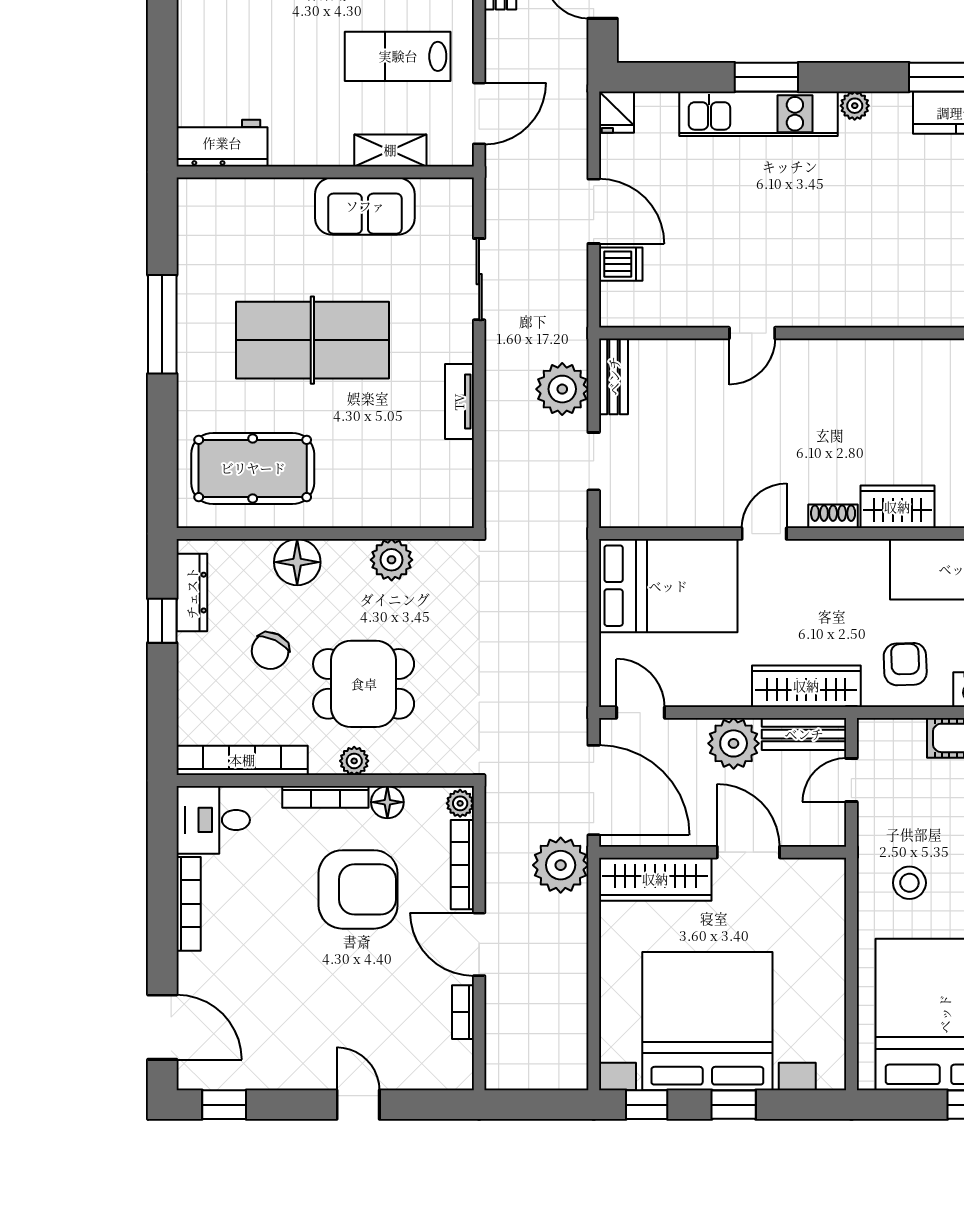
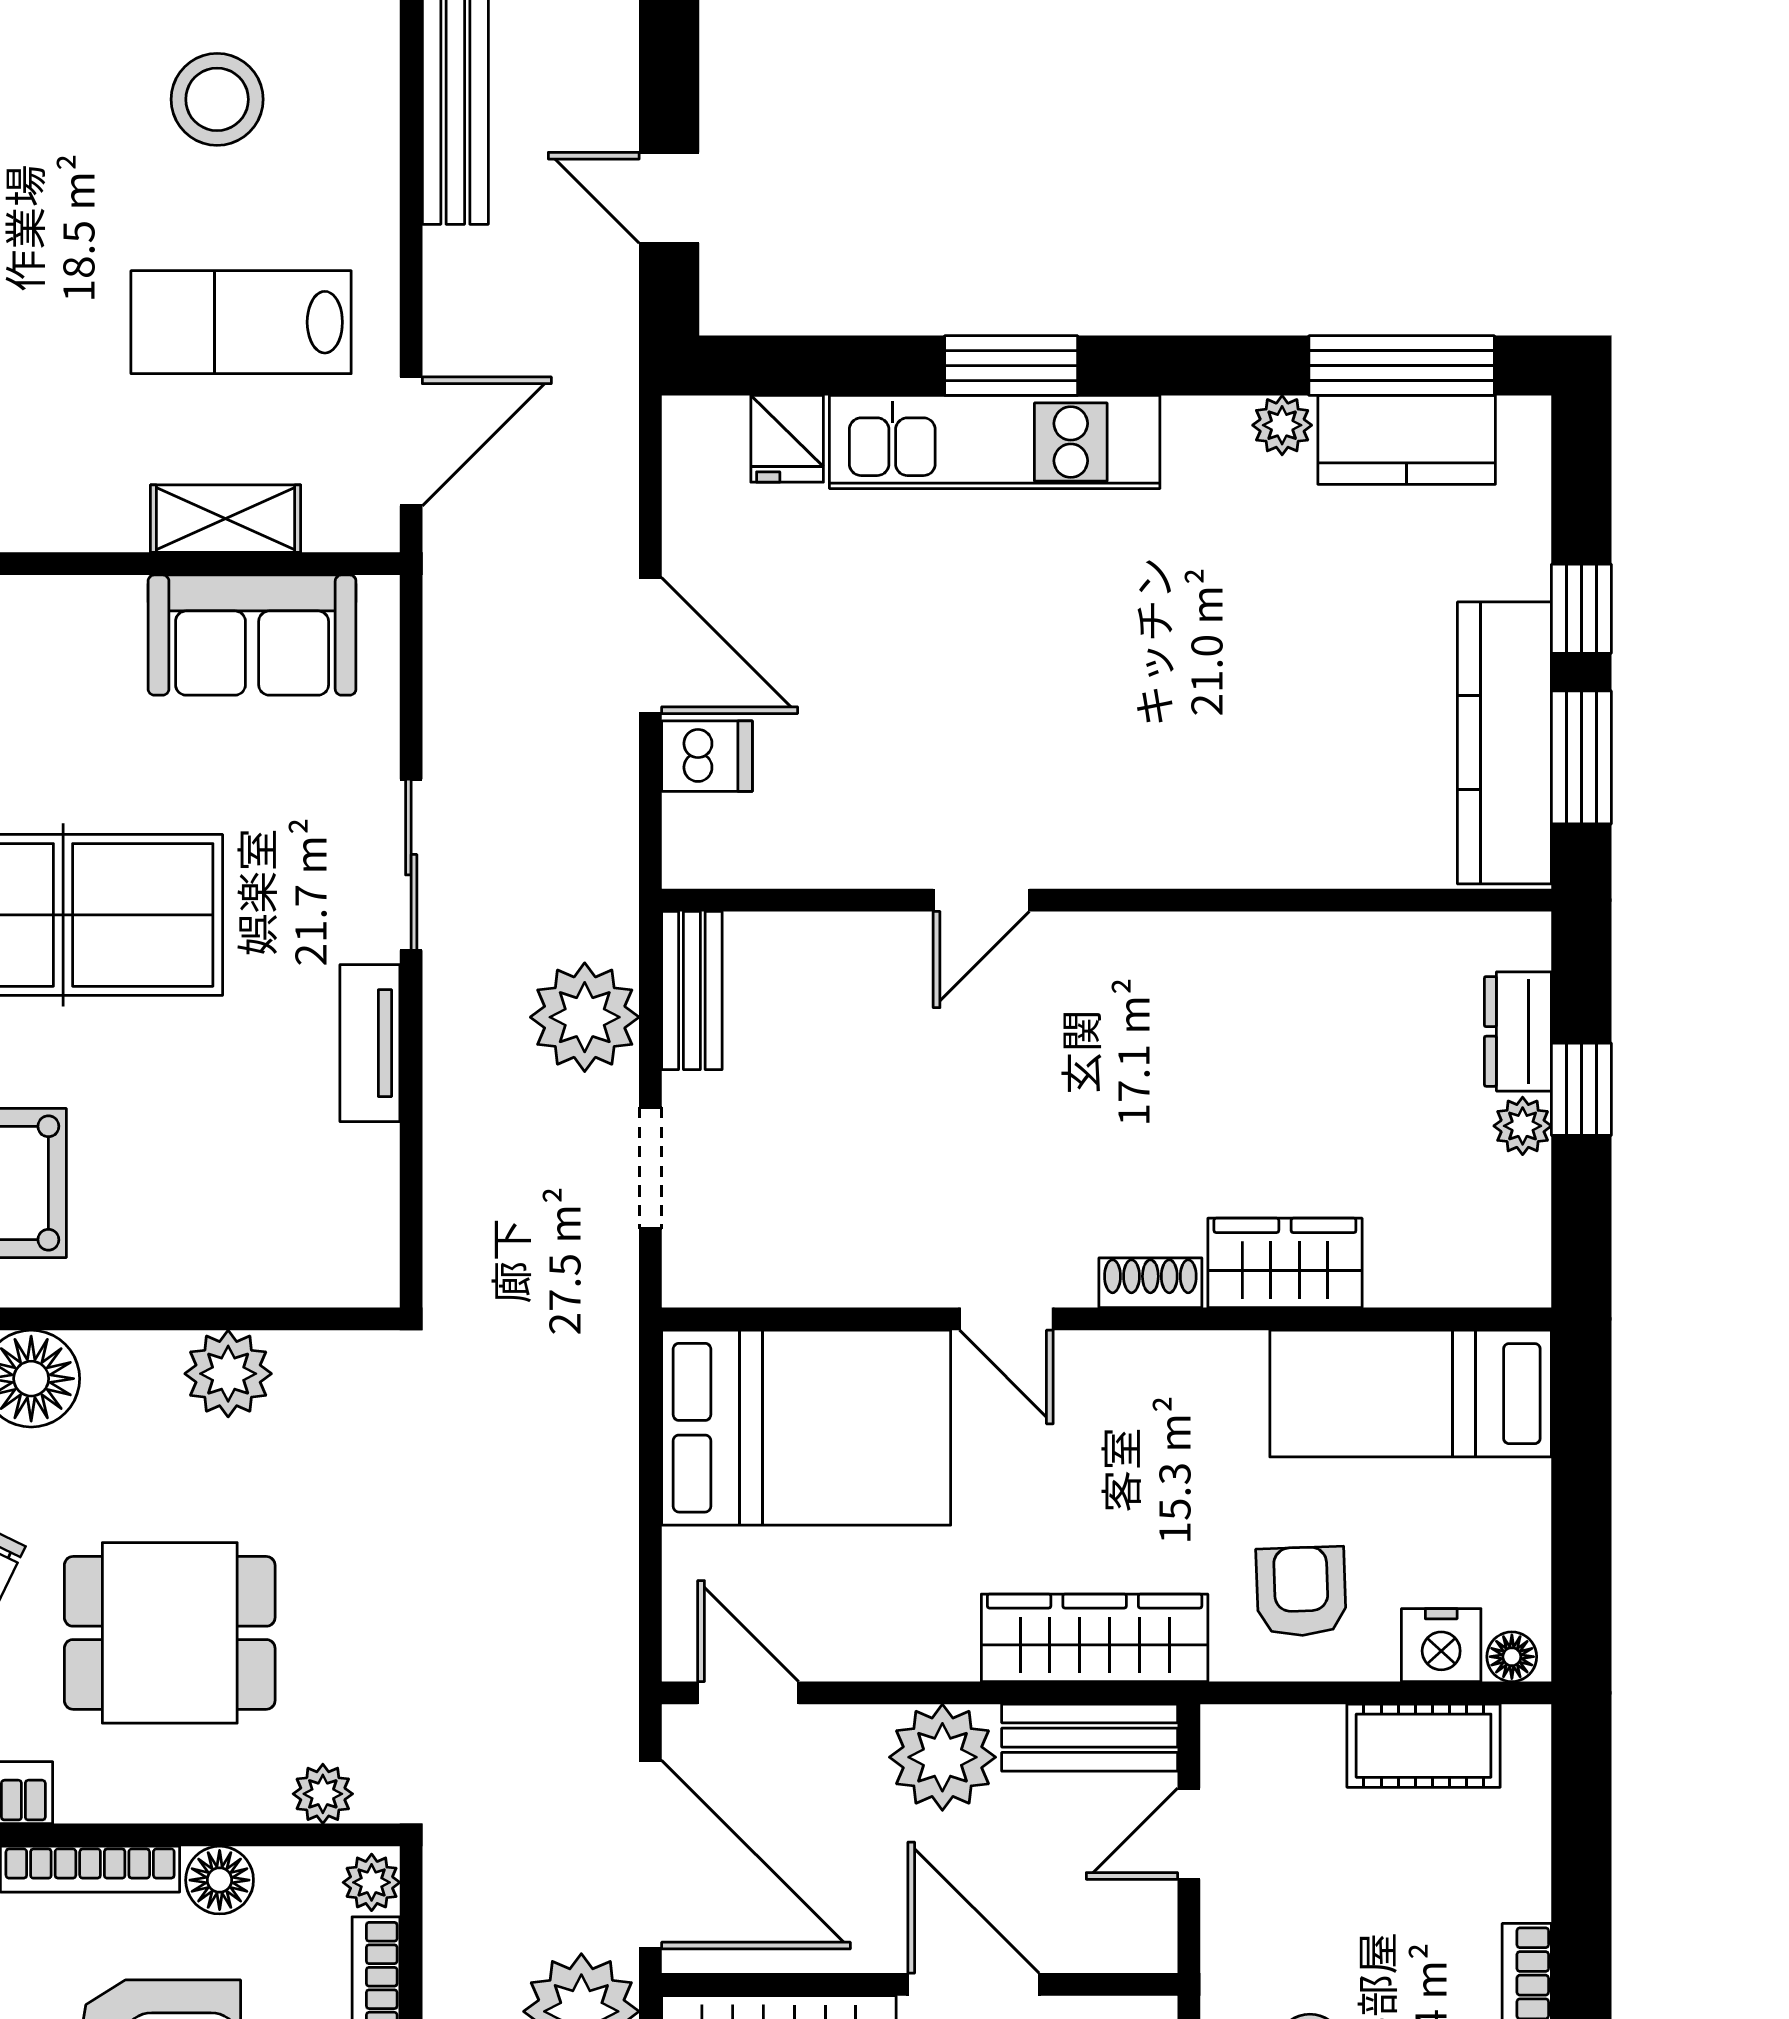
plant: (855, 106) -> (1282, 425), moved
fridge: (616, 112) -> (787, 439), moved
sofa: (365, 206) -> (252, 635), moved
sliding door: (479, 279) -> (411, 865), moved
door: (764, 534) -> (1006, 1319), swing flipped
plant: (354, 761) -> (323, 1794), moved

